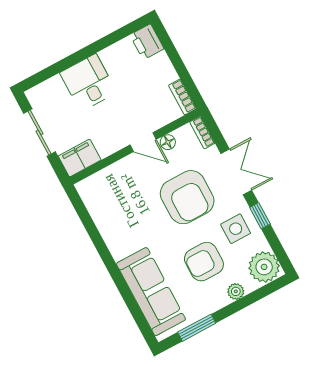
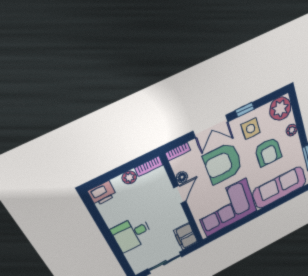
plant: (168, 74) -> (129, 177), added
double door: (236, 172) -> (211, 126), swing flipped
armchair: (187, 197) -> (223, 163), turned 180
corner sofa: (121, 212) -> (226, 208), added

